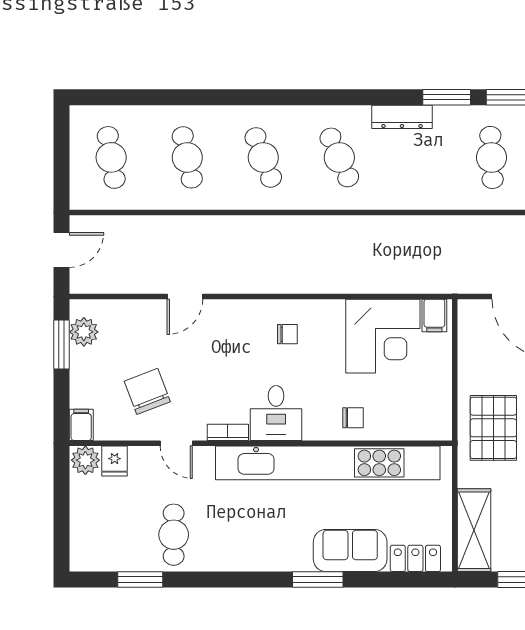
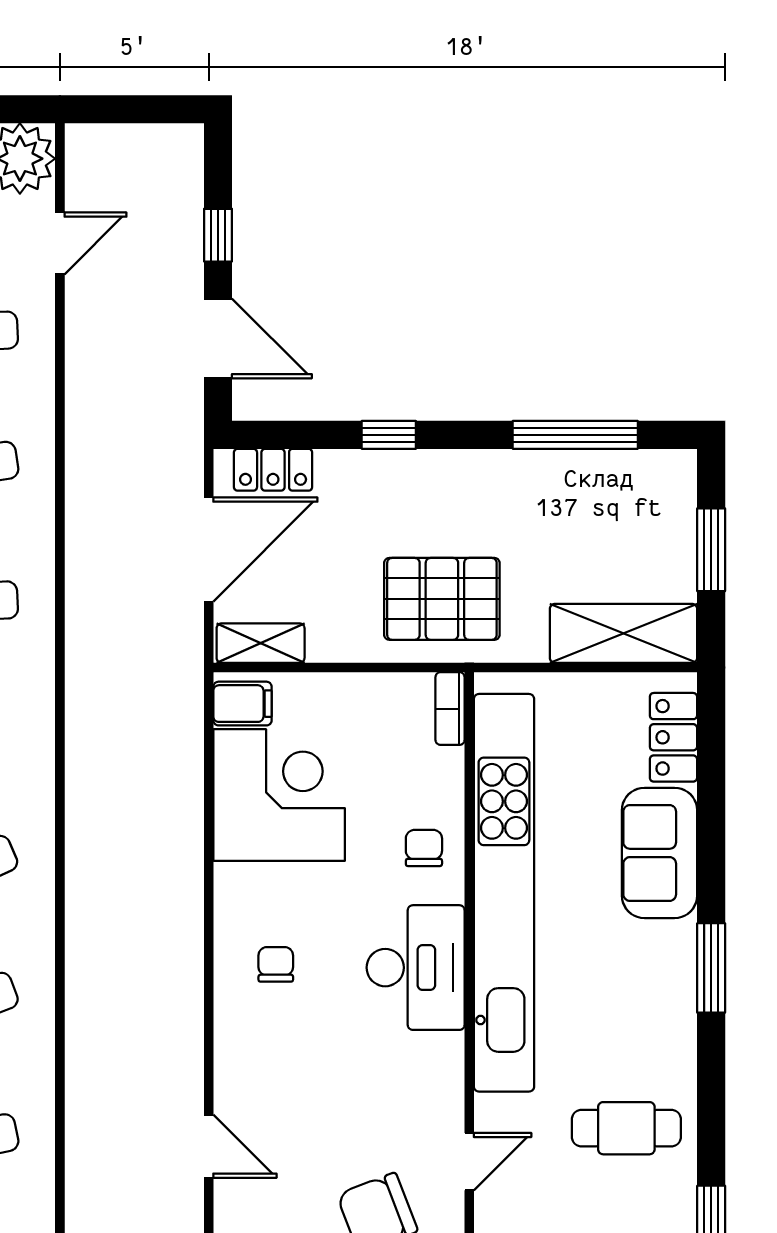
shelving: (469, 326) -> (261, 643), added
desk: (276, 413) -> (416, 968), width x1.37
bookcase: (228, 432) -> (450, 709), moved
cafe table: (174, 535) -> (626, 1128), moved
window: (318, 580) -> (711, 968), moved

